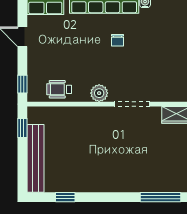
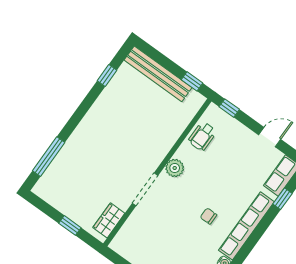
wheelchair: (59, 89) -> (202, 136), turned 180

